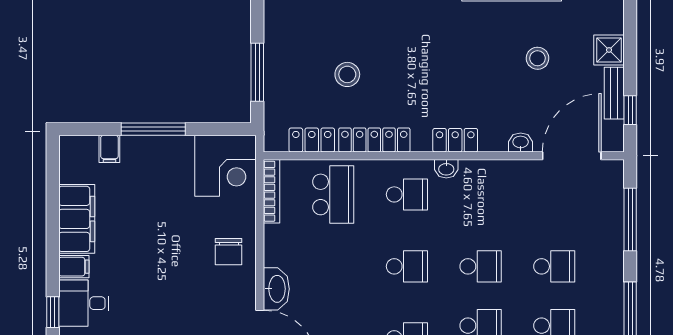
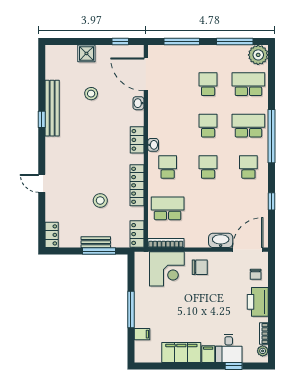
bench: (614, 93) -> (96, 242), moved
locker: (312, 140) -> (137, 234), moved
corner desk: (225, 166) -> (167, 269), moved, turned 90

